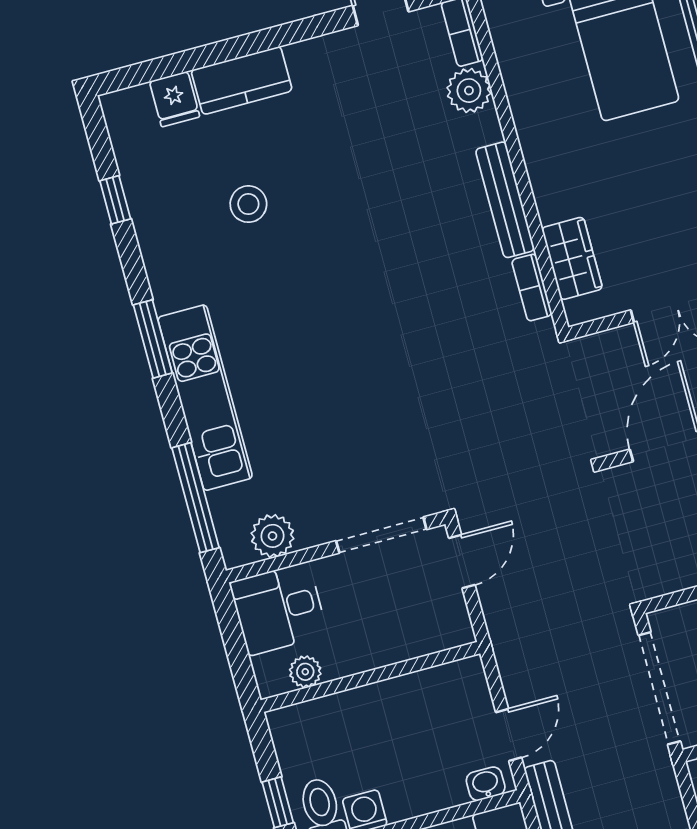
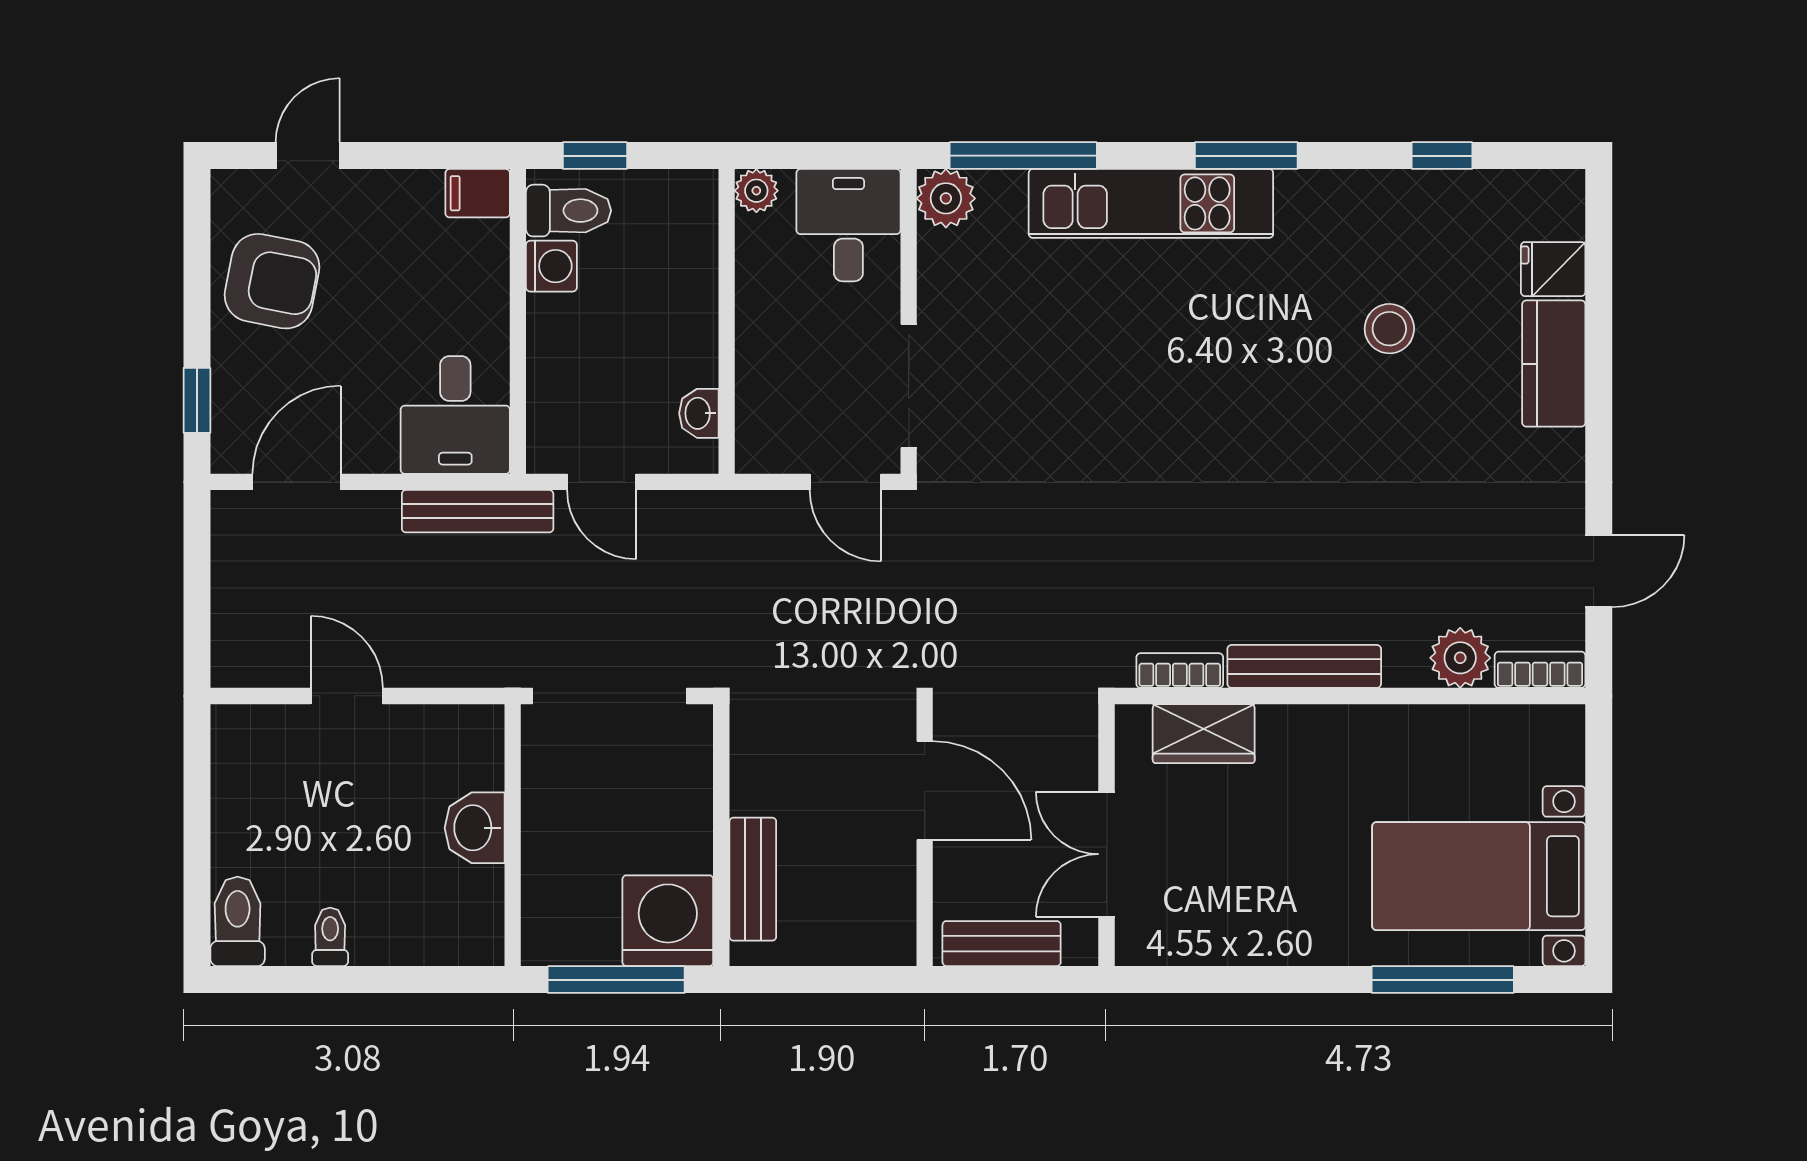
plant: (273, 536) -> (946, 198), moved
plant: (305, 672) -> (756, 191), moved
washbasin: (486, 784) -> (699, 413), moved, turned 180

